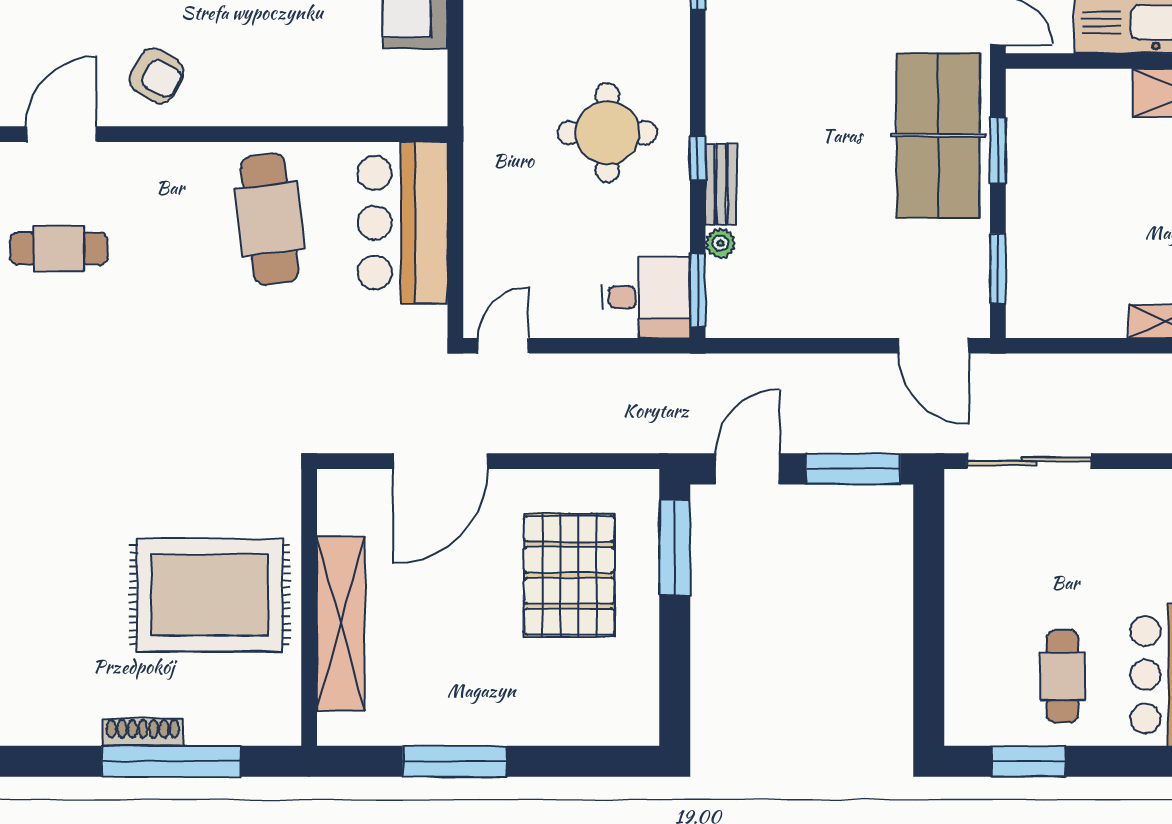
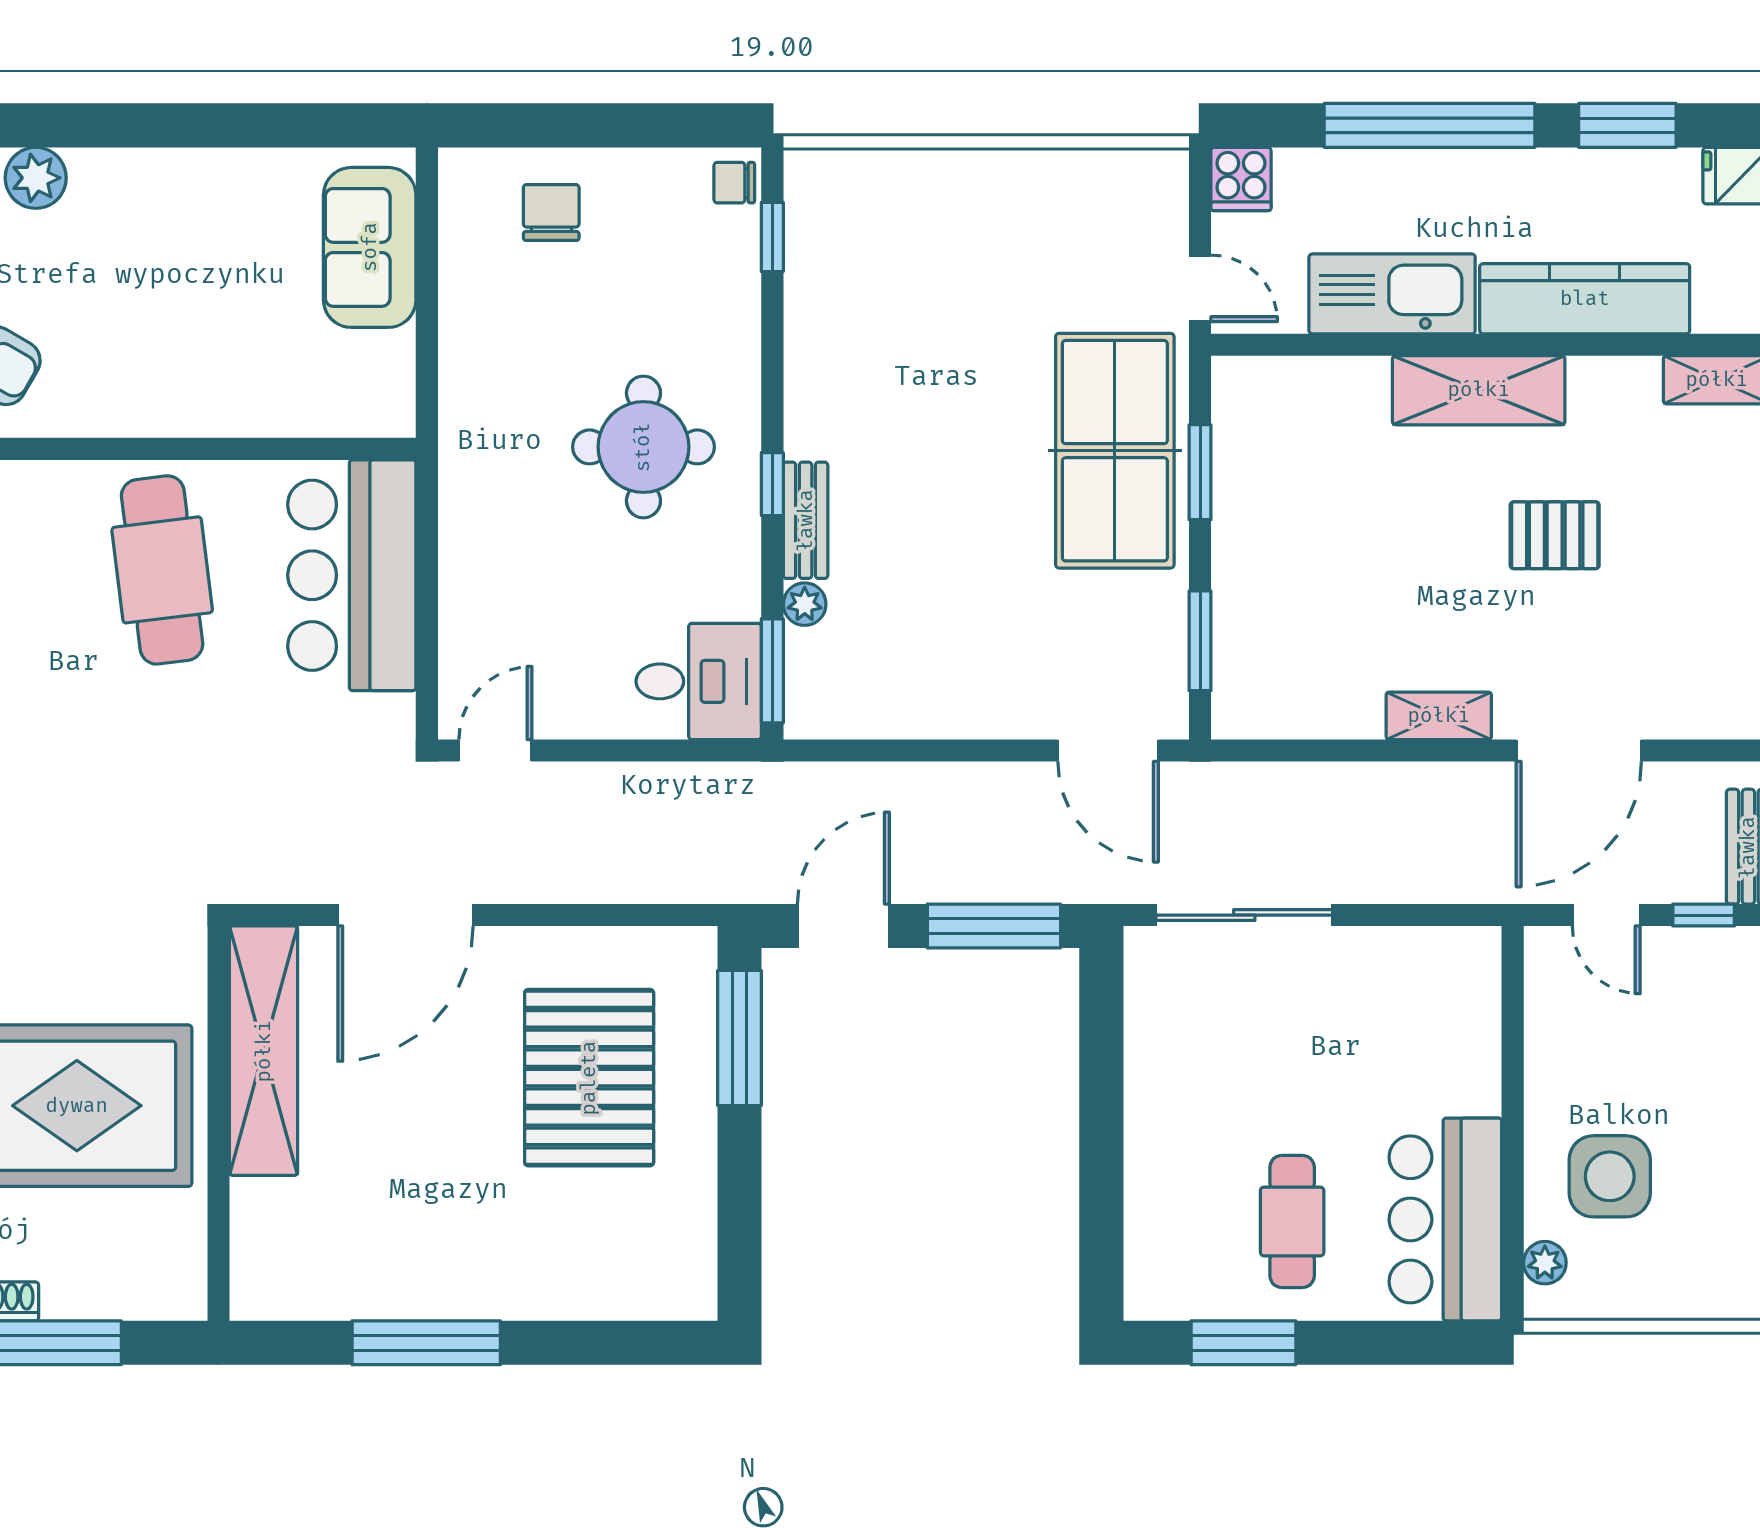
shelving: (341, 624) -> (264, 1051), moved

